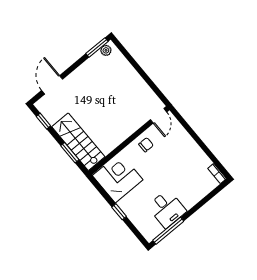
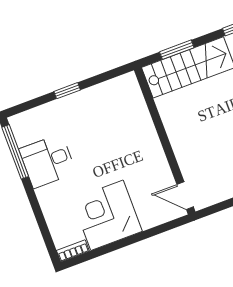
chair: (146, 145) -> (150, 163), removed
corner desk: (118, 178) -> (107, 215), moved, turned 180

